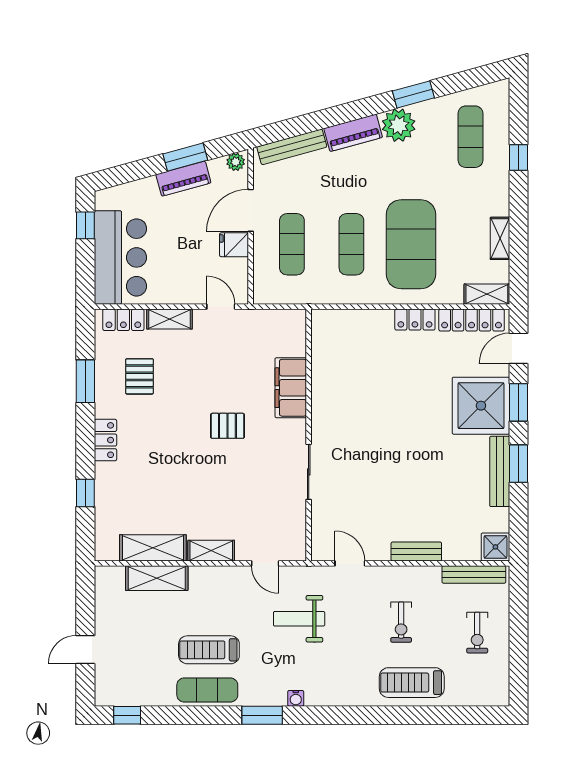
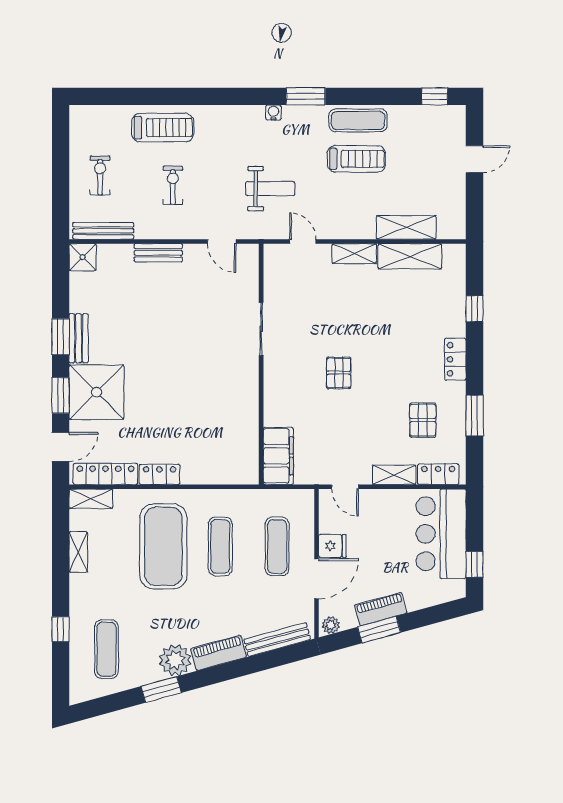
filing cabinet: (291, 388) -> (278, 456), moved
pallet: (227, 426) -> (339, 373), turned 90
bench: (500, 471) -> (79, 338), width x0.73

